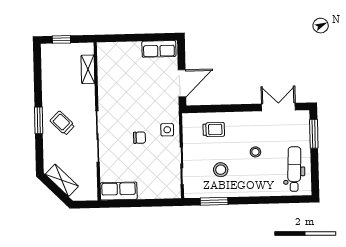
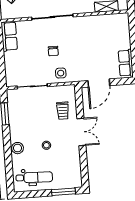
door: (182, 83) -> (99, 83), hinge flipped
double door: (278, 107) -> (81, 132), moved
stool: (221, 170) -> (18, 148), moved

